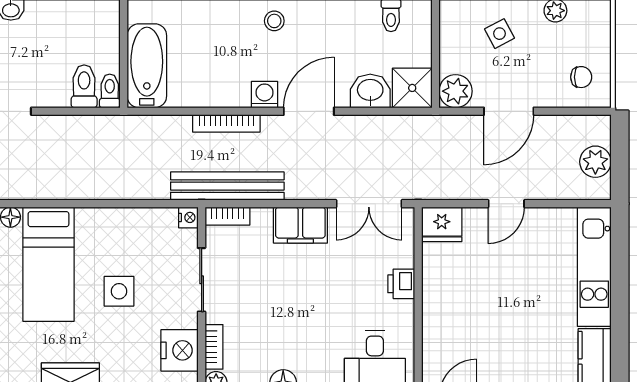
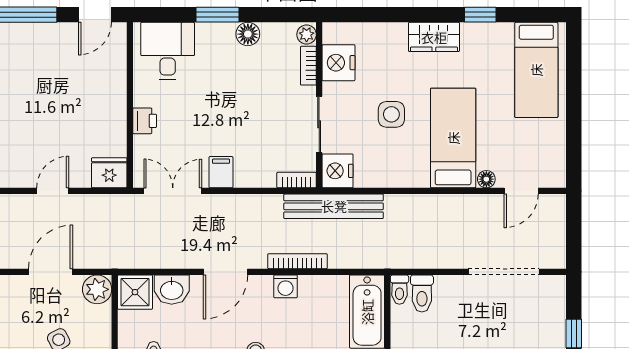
washing machine: (265, 95) -> (285, 286), moved
bench: (227, 186) -> (334, 206), moved
nightstand: (188, 217) -> (338, 171), width x1.89, depth x1.79
filing cabinet: (300, 225) -> (221, 172), width x0.50

